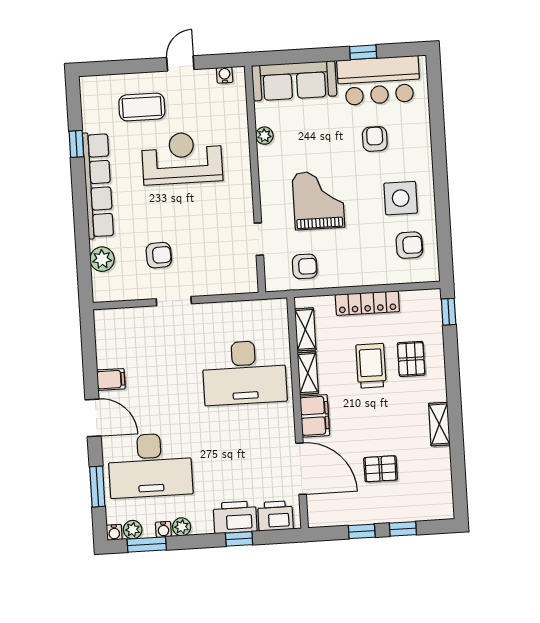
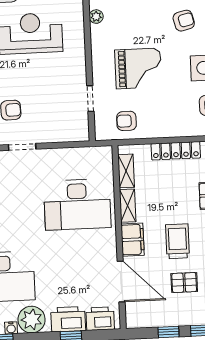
armchair: (375, 139) -> (184, 21), turned 76
grand piano: (318, 200) -> (138, 68), turned 90
armchair: (305, 266) -> (126, 121), turned 180
trolley: (371, 366) -> (178, 241), moved
plant: (182, 527) -> (32, 320), width x1.88, depth x1.88

